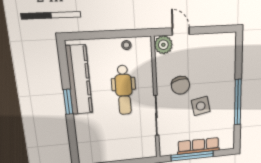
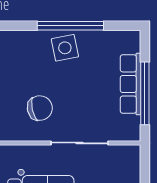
side table: (201, 106) -> (65, 48), moved

